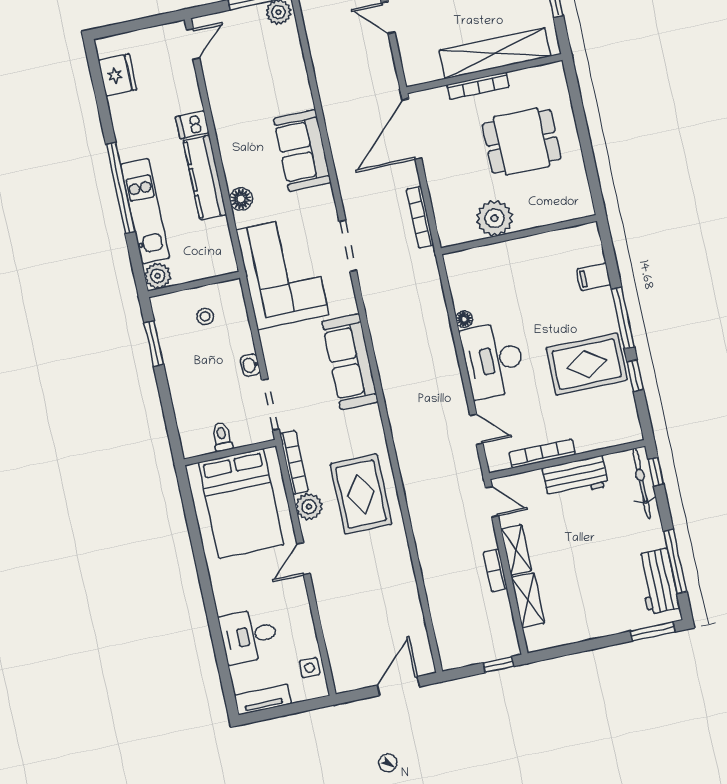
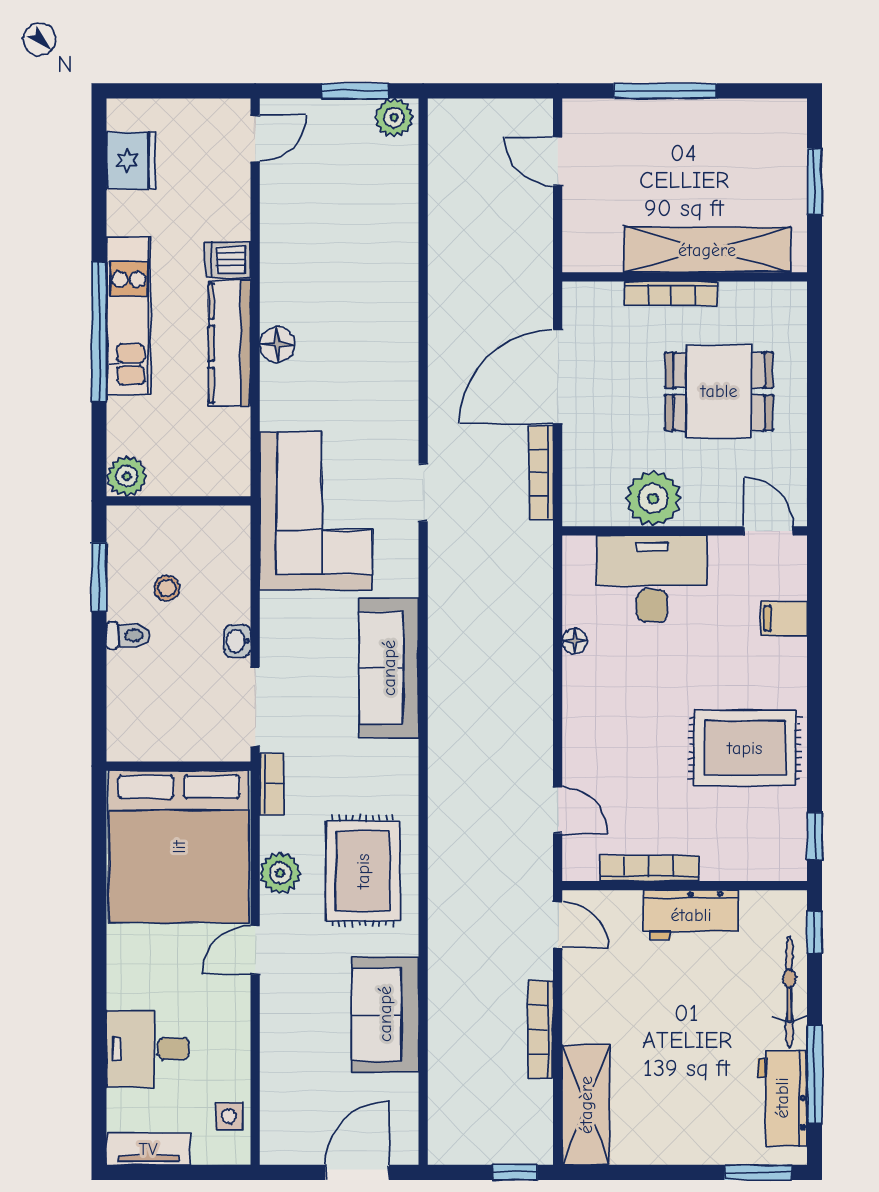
door: (412, 129) -> (558, 377), moved
sofa: (302, 151) -> (385, 1014), moved
floor lamp: (241, 199) -> (277, 344), moved
kitchen unit: (145, 211) -> (129, 316), moved
door: (572, 223) -> (768, 531), added
doorway: (348, 246) -> (423, 493), width x0.73
stool: (205, 316) -> (167, 588), moved
window: (623, 318) -> (815, 690), removed
desk: (493, 360) -> (652, 579), moved, turned 90
window: (635, 376) -> (815, 836), moved
toilet: (222, 437) -> (128, 635), moved, turned 90
bookcase: (294, 462) -> (272, 784), width x0.64
bicycle: (642, 483) -> (789, 992), moved
bed: (241, 504) -> (179, 847), width x1.36
shelving: (516, 550) -> (579, 1005), removed
bookcase: (495, 570) -> (541, 1029), width x1.56
shelving: (528, 600) -> (586, 1105), width x1.50, depth x1.33

